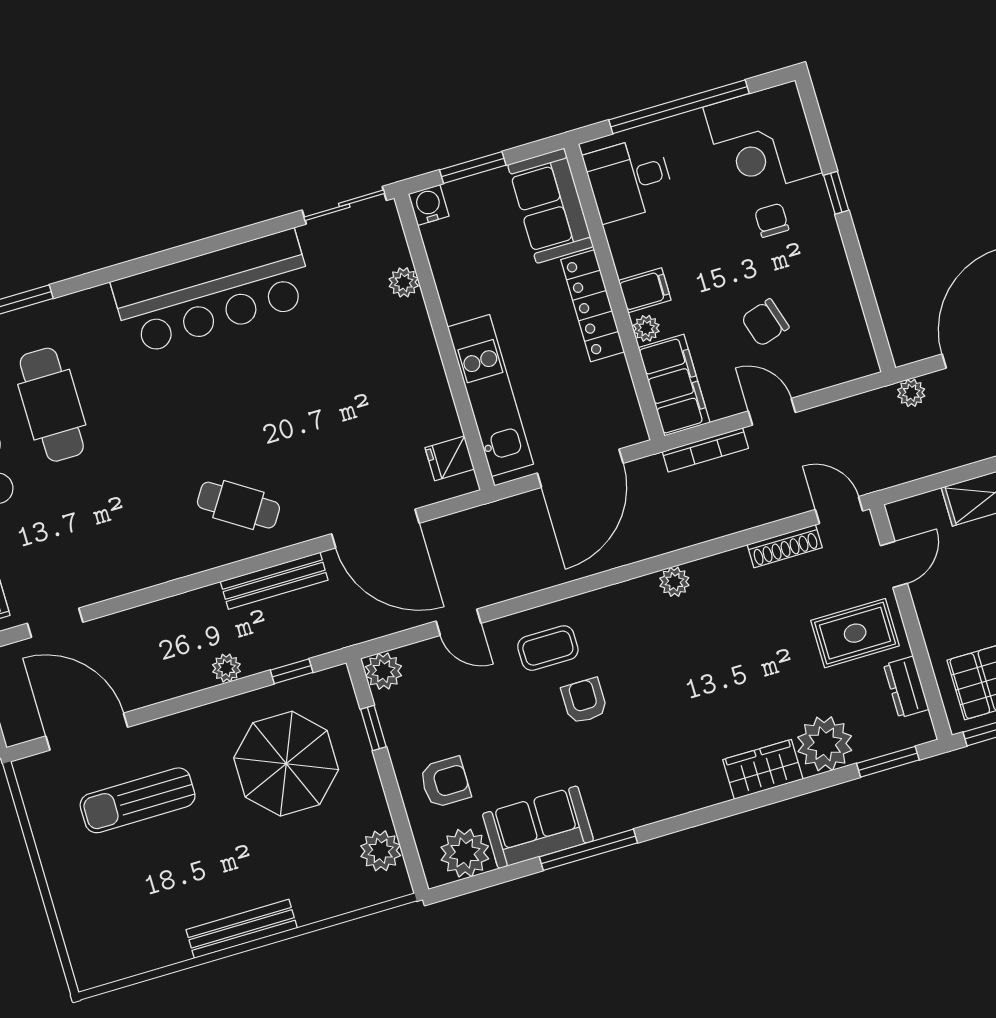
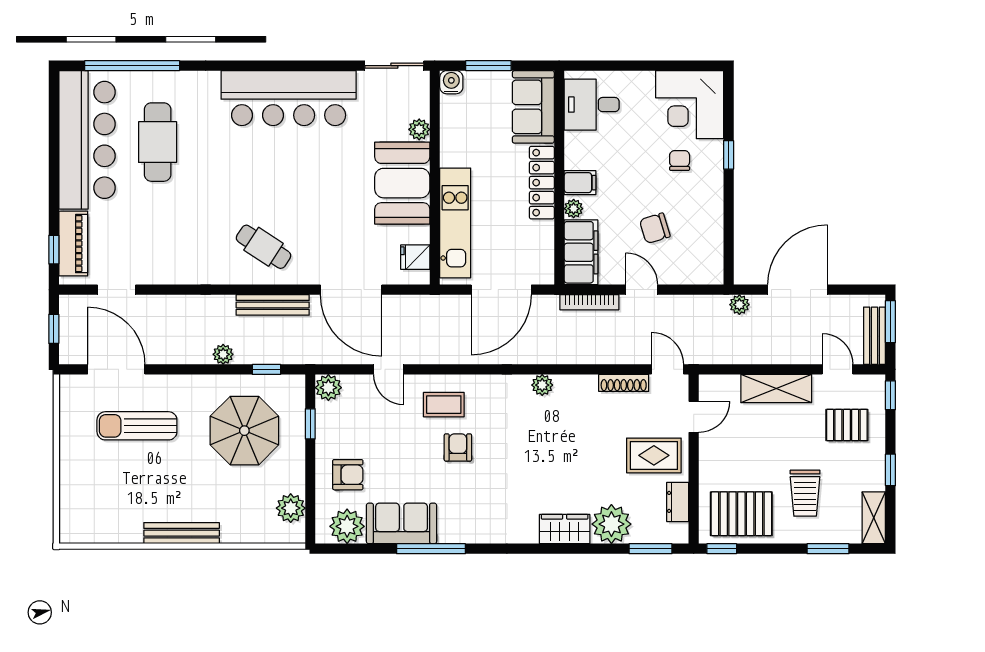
window: (679, 107) -> (640, 66), removed
booth: (402, 362) -> (402, 183), added

